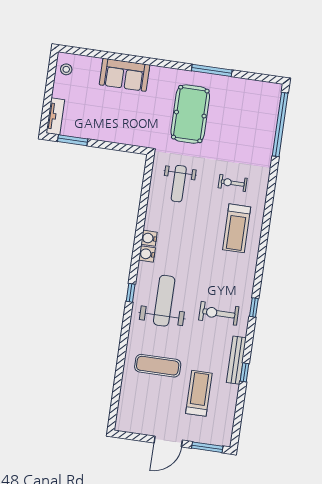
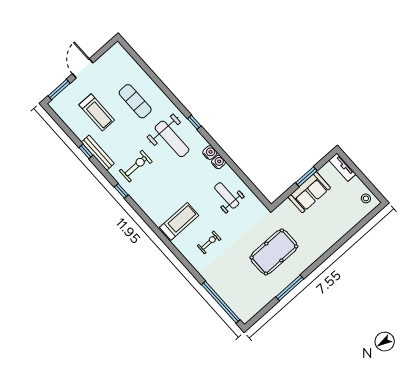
sofa: (125, 75) -> (309, 192), moved, turned 180
pool table: (190, 114) -> (274, 252), turned 90
window: (73, 140) -> (306, 177), moved
weight bench: (179, 184) -> (227, 195), moved
treadmill: (237, 228) -> (179, 221), turned 90
exercise mat: (158, 366) -> (135, 101), turned 90

